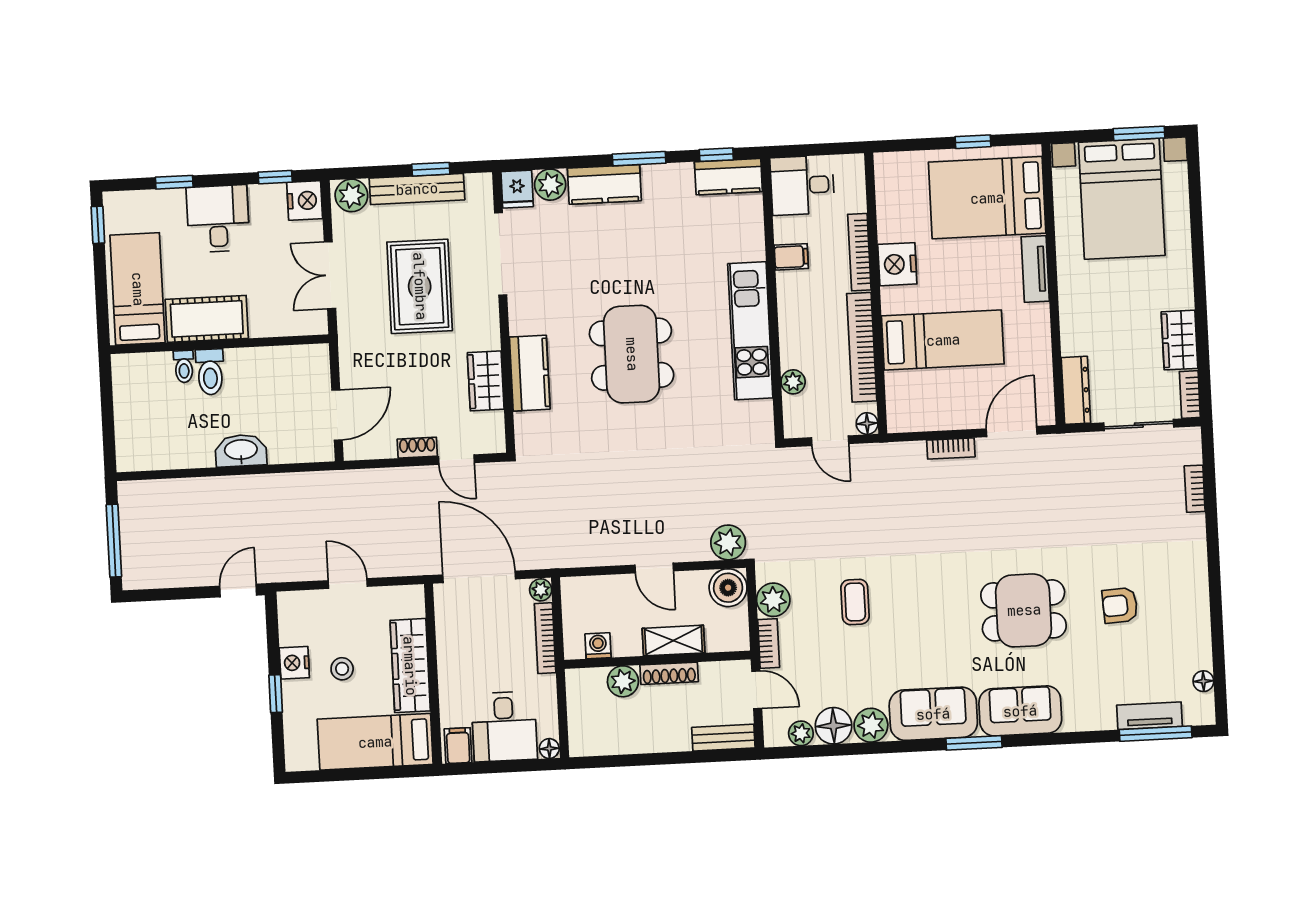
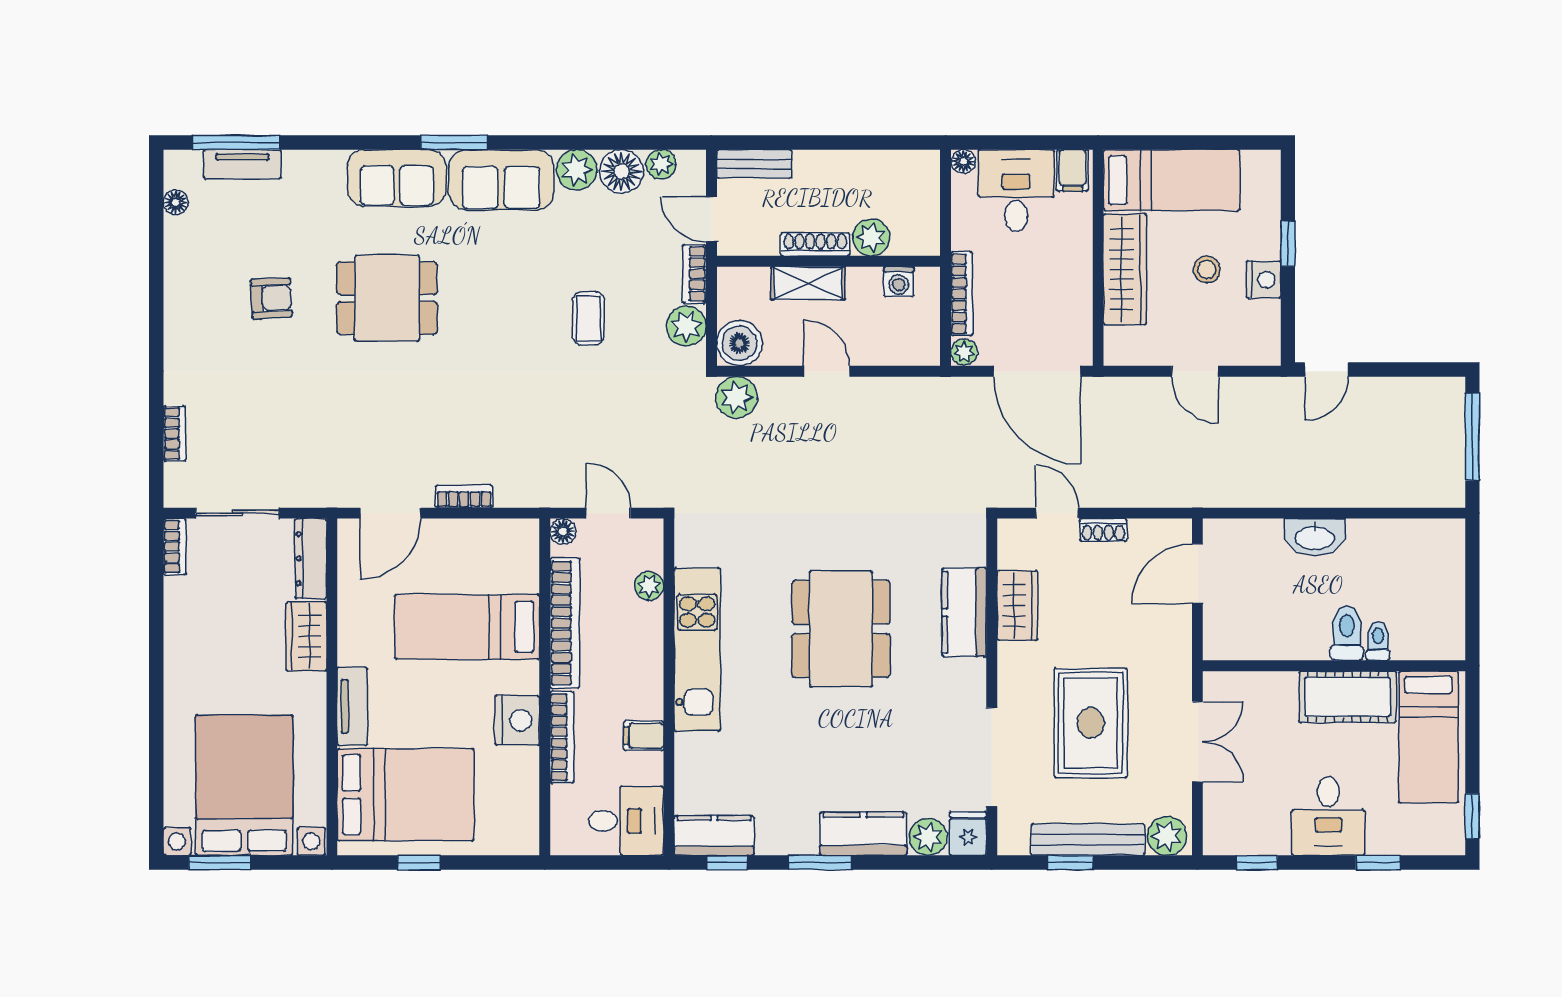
nightstand: (305, 200) -> (1223, 833), removed
wardrobe: (1180, 340) -> (306, 636), moved, turned 180

